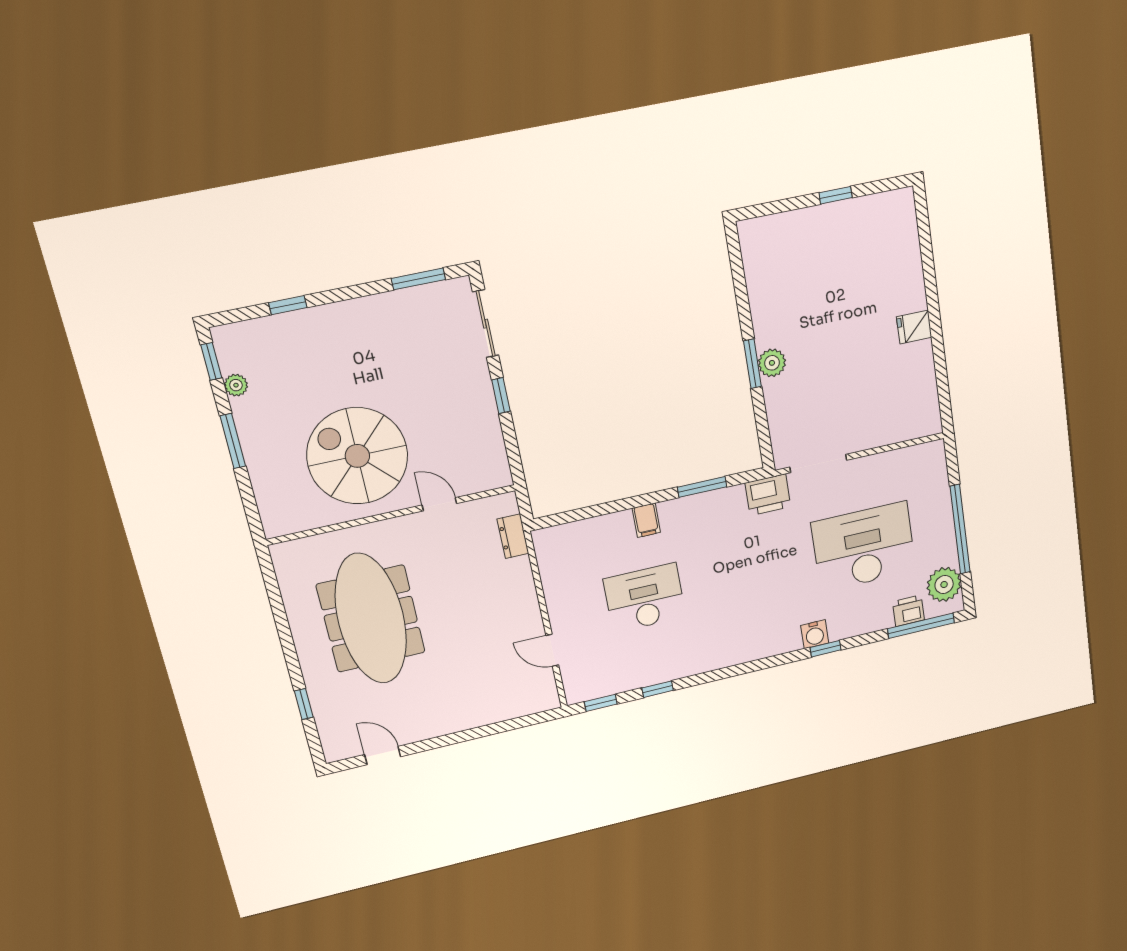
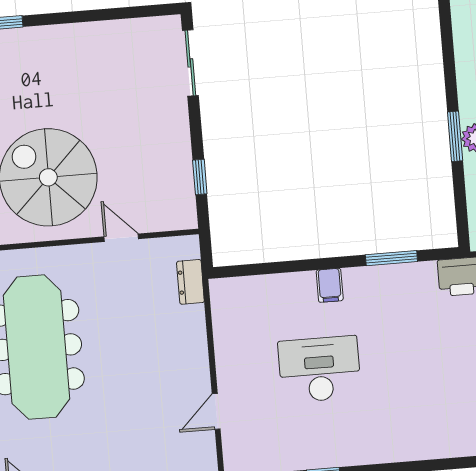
window: (418, 279) -> (132, 12), removed
window: (501, 396) -> (200, 177), moved
door: (552, 650) -> (216, 411), hinge flipped

